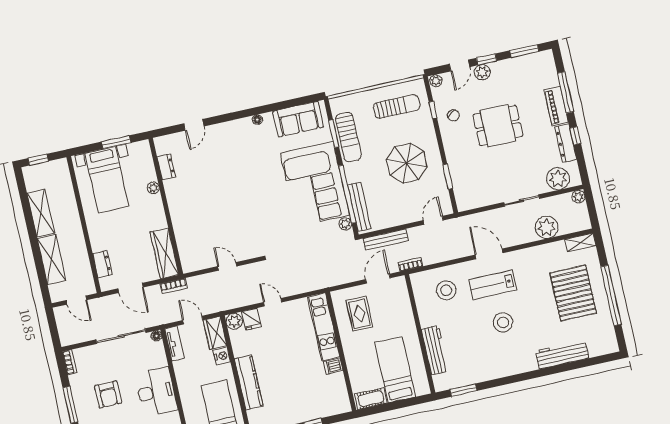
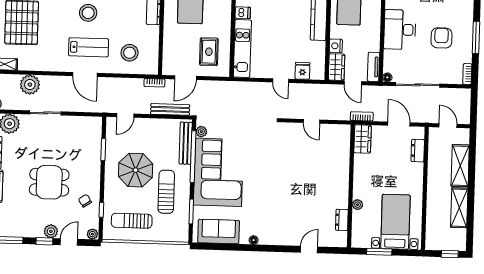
sun lounger: (348, 137) -> (166, 192), moved
wardrobe: (164, 253) -> (363, 139), width x0.67
plant: (234, 321) -> (318, 73), removed

